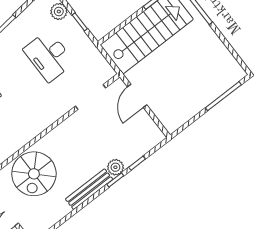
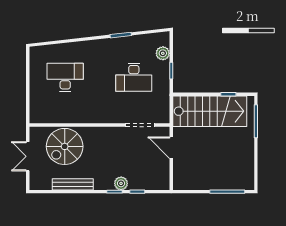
desk: (49, 56) -> (134, 77), turned -90
door: (137, 96) -> (171, 148), hinge flipped
bench: (89, 189) -> (73, 184), moved

